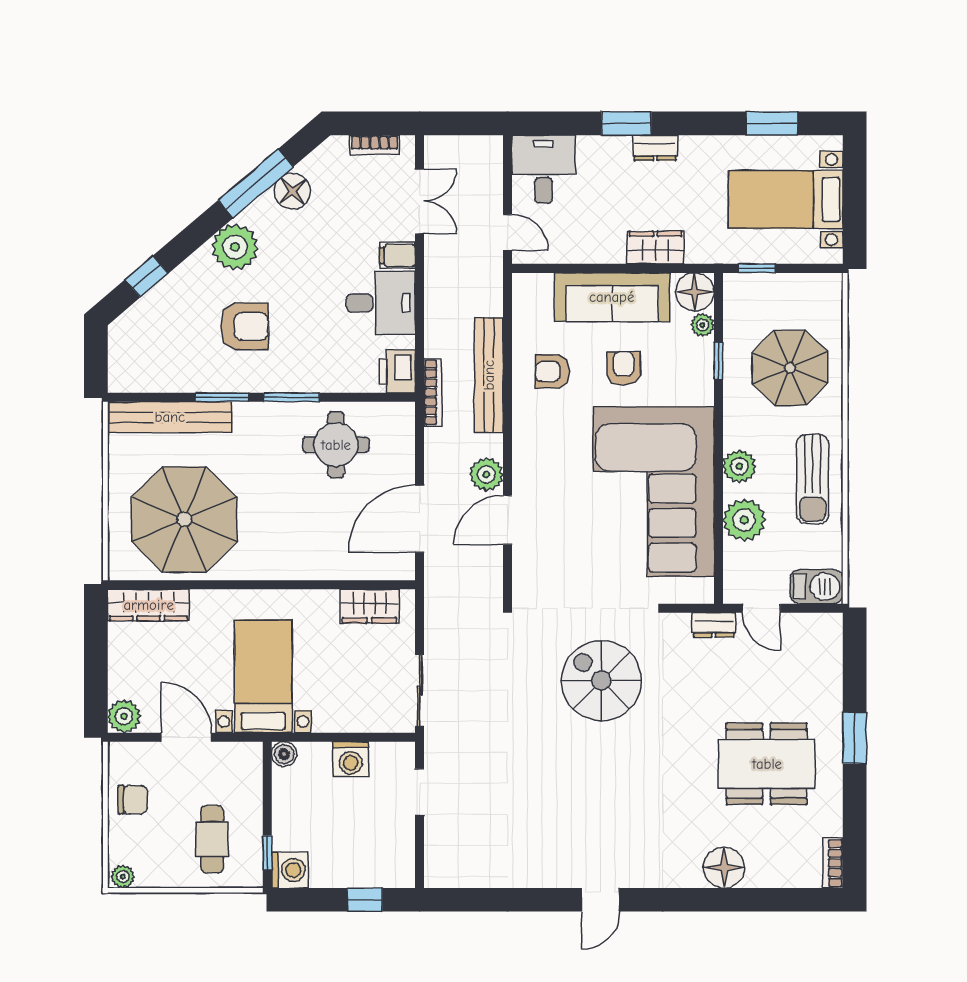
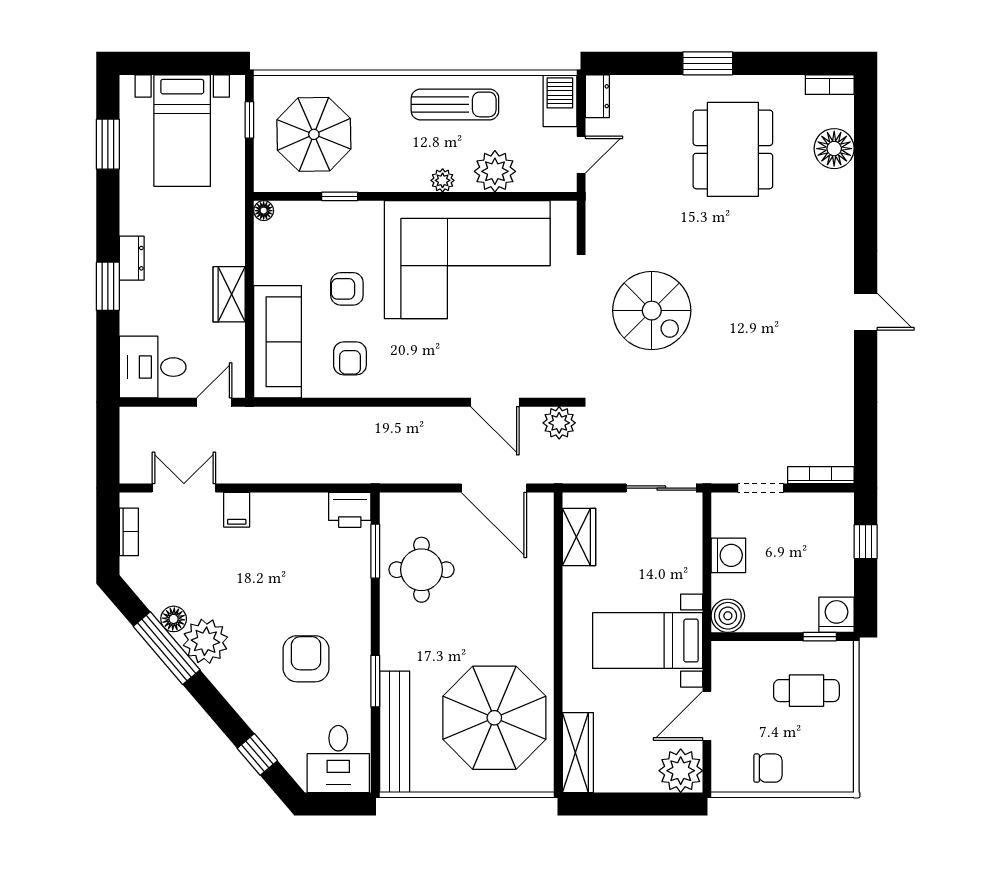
floor lamp: (292, 191) -> (174, 619), width x0.73, depth x0.73
plant: (235, 247) -> (205, 641), moved
wardrobe: (655, 248) -> (229, 294), moved
window: (757, 268) -> (249, 120), moved
floor lamp: (695, 292) -> (264, 211), width x0.53, depth x0.53
sofa: (612, 297) -> (278, 342), moved
desk: (381, 303) -> (338, 759), moved, turned 180
plant: (703, 325) -> (305, 212), removed
parasol: (790, 368) -> (314, 134), moved
bench: (489, 375) -> (354, 421), removed
bookcase: (433, 392) -> (821, 475), moved
window: (291, 397) -> (375, 551), moved
plant: (739, 466) -> (443, 180), width x0.73, depth x0.73
plant: (486, 474) -> (559, 423), moved
dresser: (714, 625) -> (597, 96), moved
spiral stairs: (601, 681) -> (652, 311), turned -90
plant: (124, 716) -> (681, 771), width x1.36, depth x1.36
boiler: (284, 754) -> (728, 616), width x1.36, depth x1.36
chair: (133, 800) -> (768, 768), turned 90
floor lamp: (724, 868) -> (834, 149), moved
plant: (123, 877) -> (843, 778), removed

